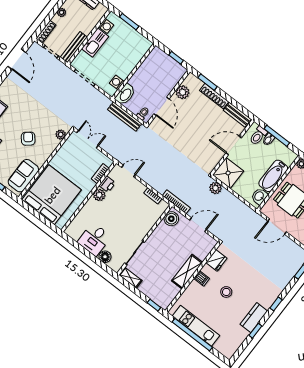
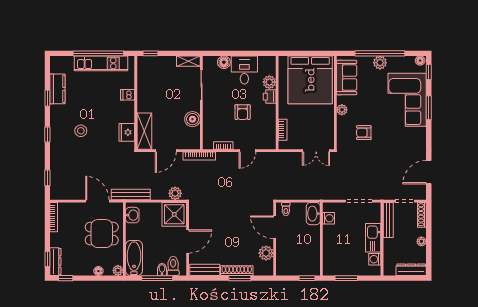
window: (129, 22) -> (346, 278), moved
window: (176, 58) -> (307, 278), moved
door: (17, 59) -> (429, 172), hinge flipped
window: (207, 82) -> (240, 278), moved
bench: (125, 117) -> (131, 194), moved
plant: (61, 135) -> (342, 110), moved
armchair: (28, 139) -> (364, 133), moved, turned 130
door: (128, 171) -> (247, 151), moved
bathtub: (273, 176) -> (134, 258), moved
printer: (107, 184) -> (270, 97), moved
plant: (99, 195) -> (269, 82), moved
armchair: (120, 209) -> (243, 112), added
boiler: (171, 219) -> (192, 119), moved
door: (277, 227) -> (97, 201), hinge flipped
shelving: (187, 272) -> (144, 131), moved
dishwasher: (202, 278) -> (128, 95), moved
stool: (226, 292) -> (81, 131), moved
kitchen counter: (254, 318) -> (57, 89), moved

